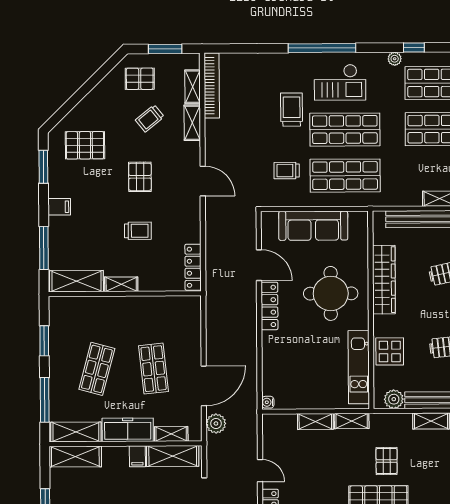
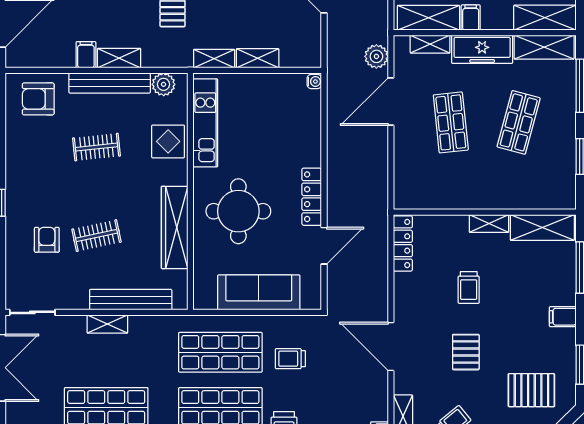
trolley: (287, 171) -> (290, 359), turned 180
door: (203, 181) -> (391, 347), width x1.36
trolley: (138, 231) -> (469, 287), turned -90
door: (259, 265) -> (324, 246), swing flipped

